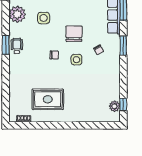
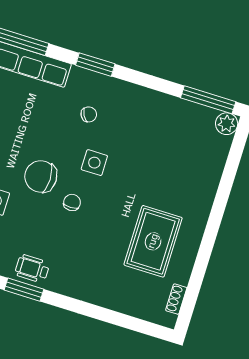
chair: (74, 34) -> (41, 176), moved
window: (123, 104) -> (208, 100), width x2.17
plant: (115, 106) -> (227, 124), moved

